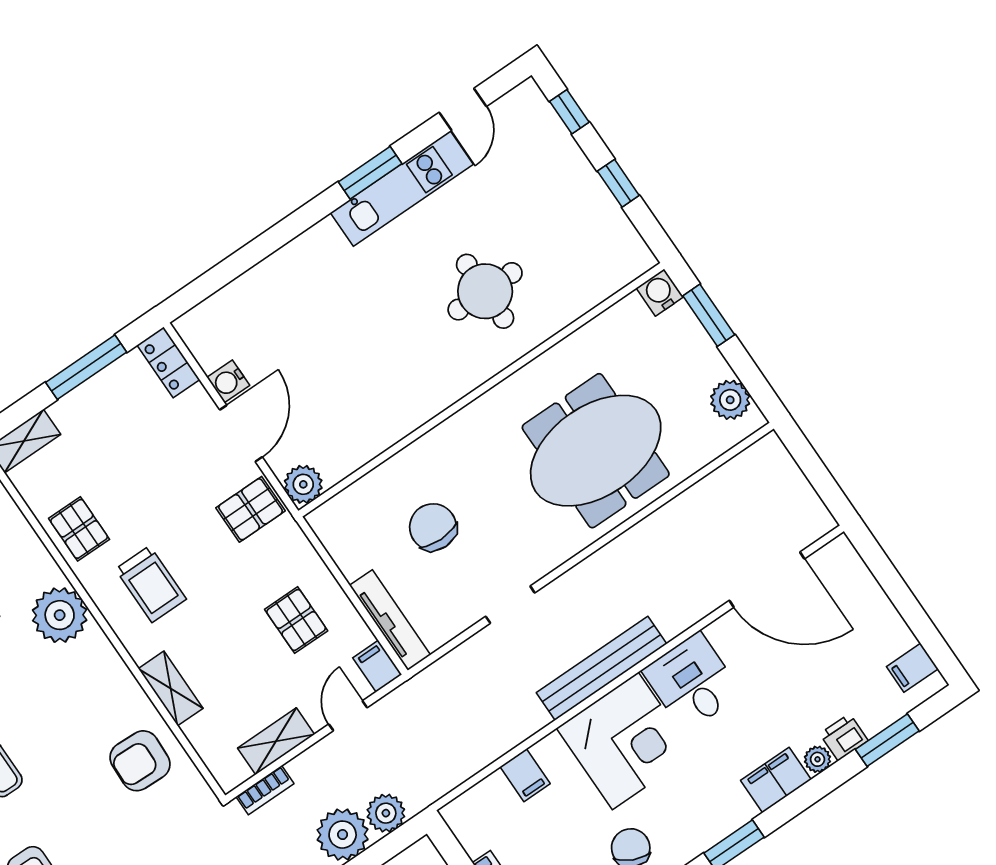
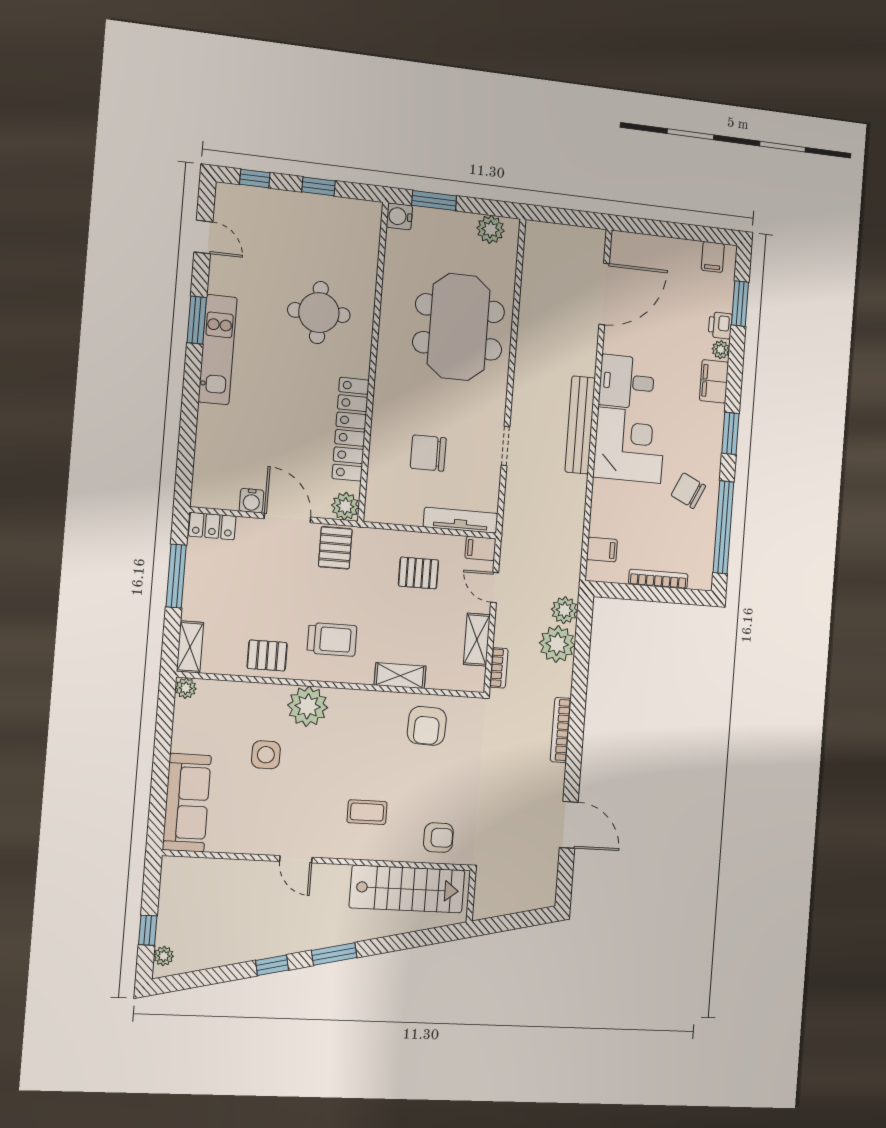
kitchen unit: (402, 189) -> (218, 350), moved
locker: (390, 424) -> (351, 429), added
filing cabinet: (525, 775) -> (602, 550), moved

